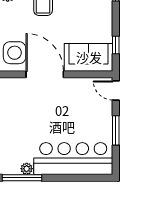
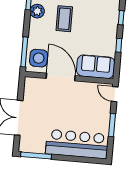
window: (116, 45) -> (119, 45), moved
plant: (27, 169) -> (40, 149), removed

